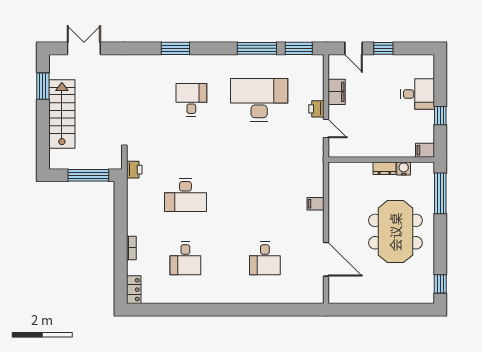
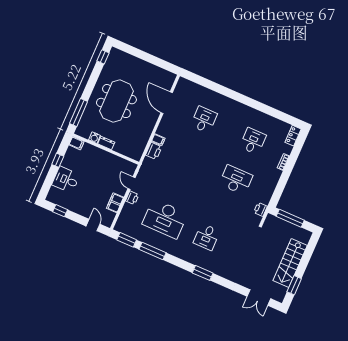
window: (383, 48) -> (60, 211), moved
printer: (315, 186) -> (154, 151), added

